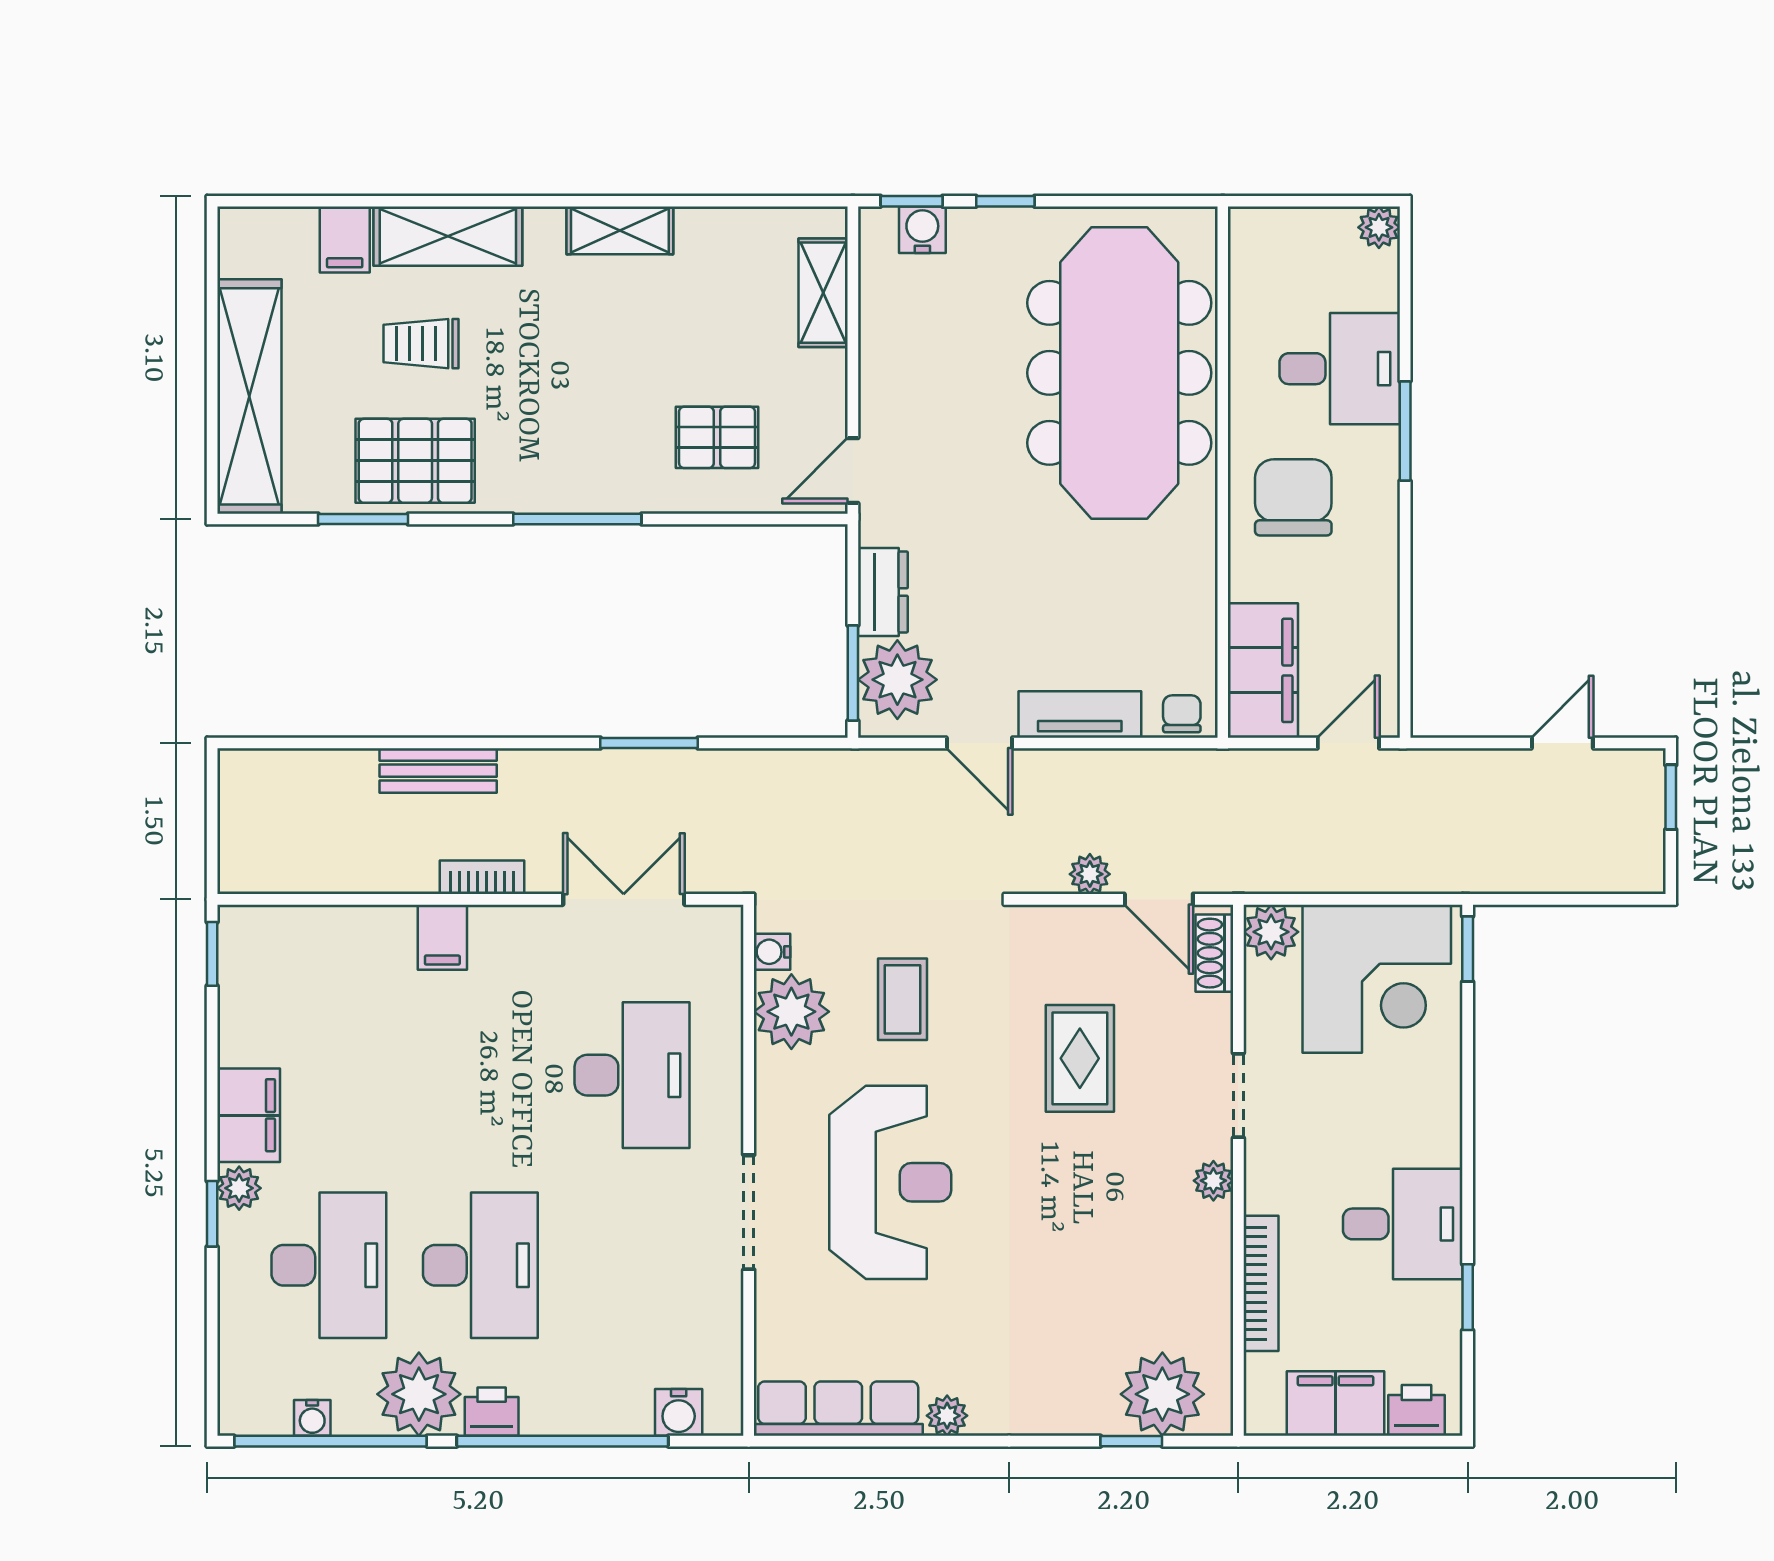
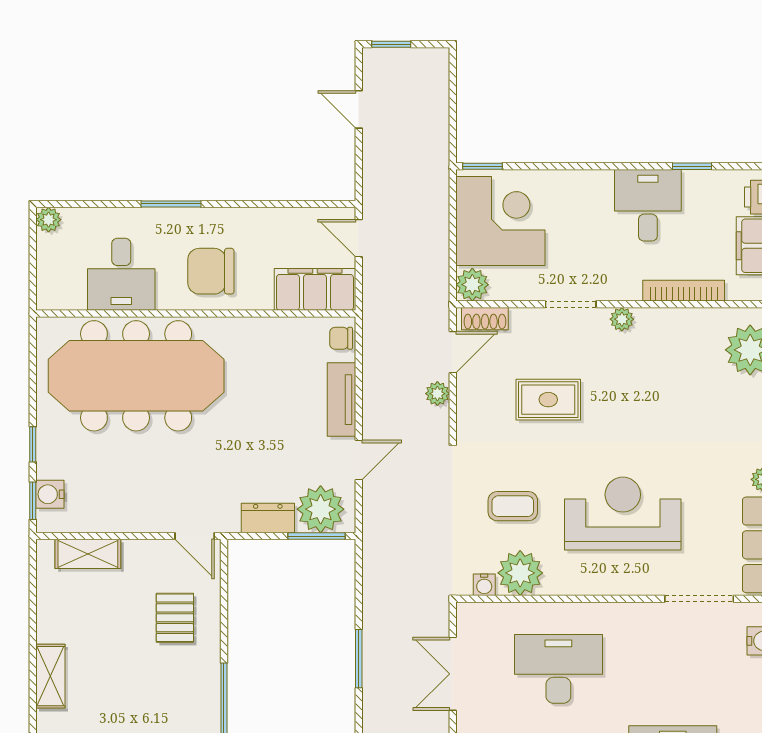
desk: (1340, 369) -> (121, 274), moved, turned 180
doorway: (749, 1212) -> (699, 599), moved

